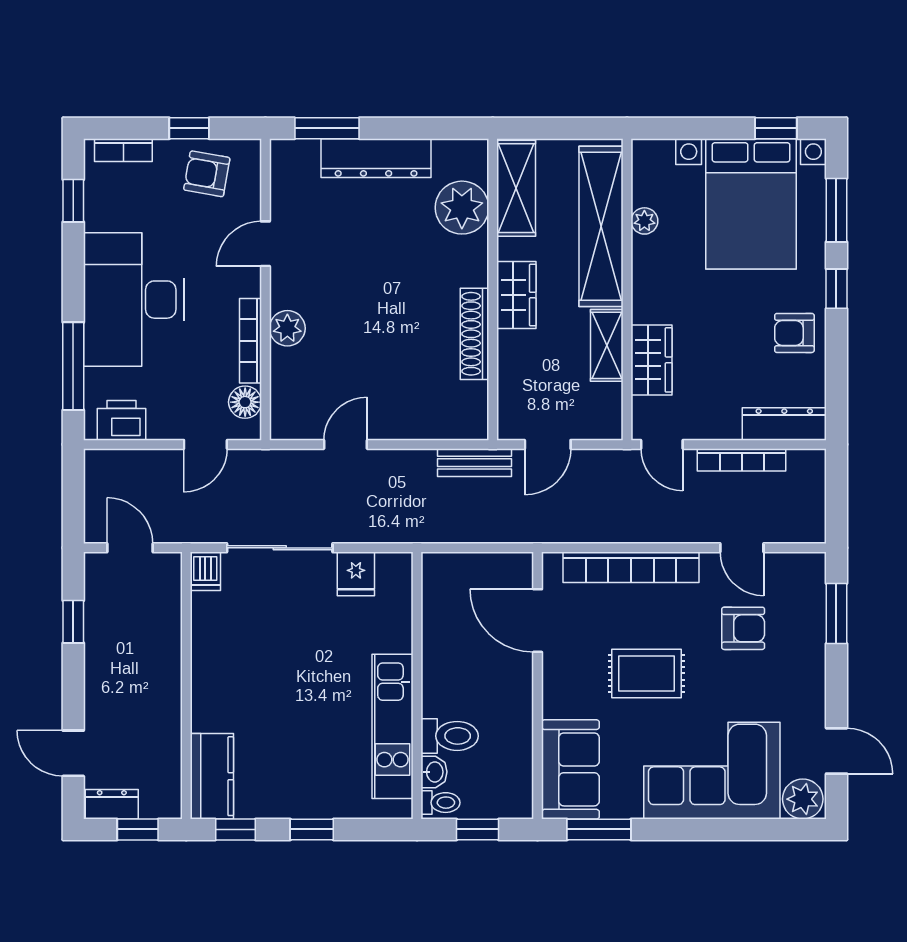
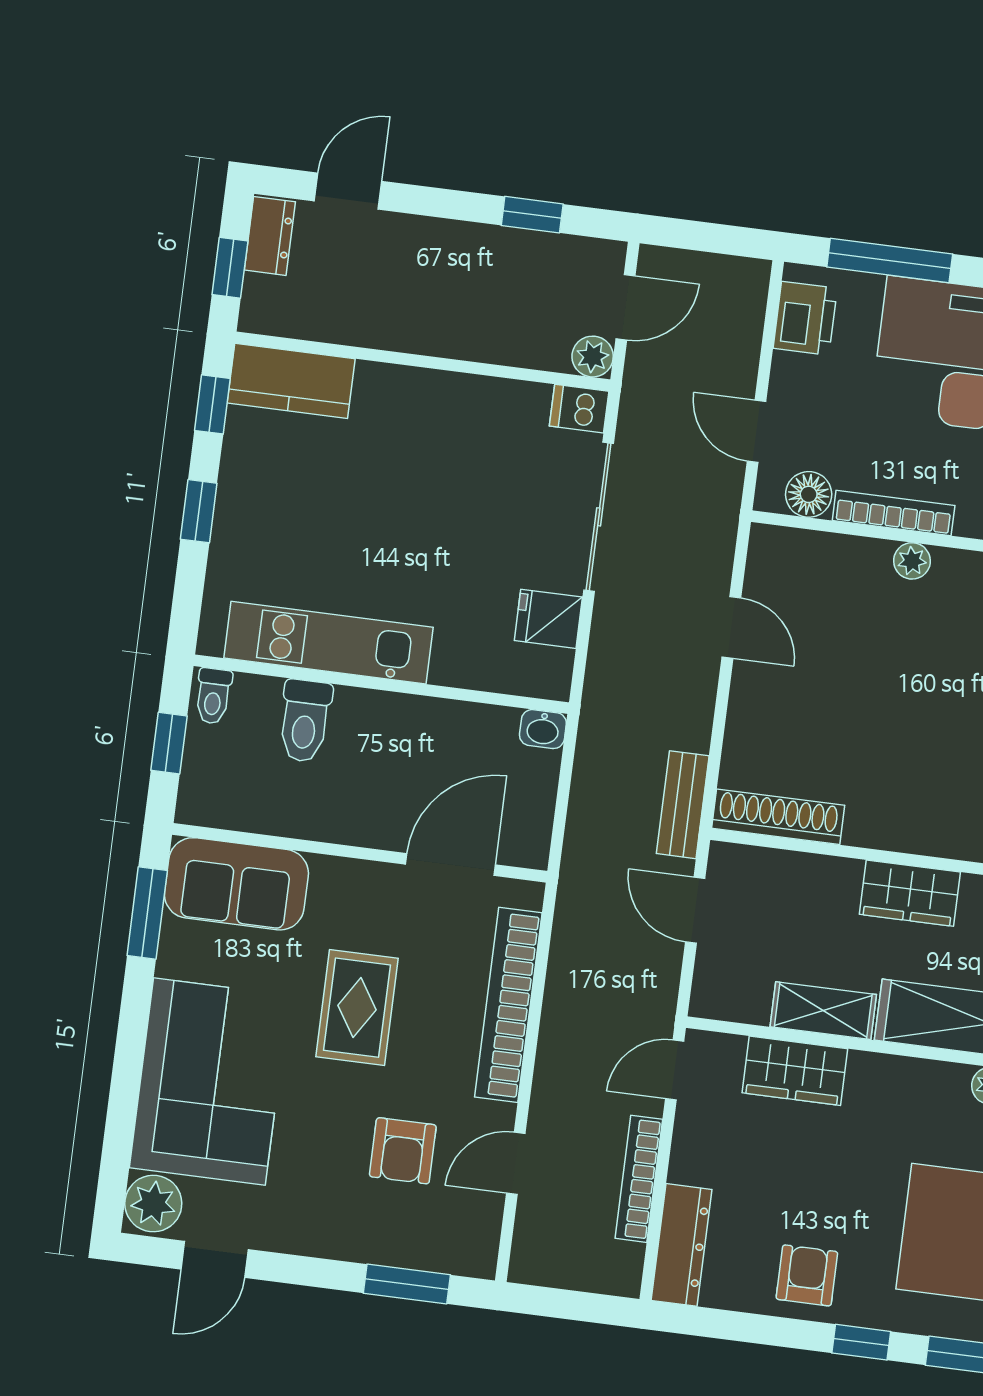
plant: (287, 328) -> (912, 561), width x0.73, depth x0.73
shoe rack: (474, 334) -> (778, 817), moved
plant: (168, 566) -> (593, 357), added
washbasin: (434, 772) -> (543, 729), moved

